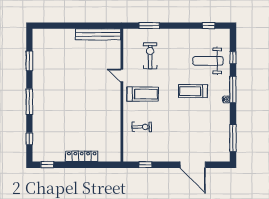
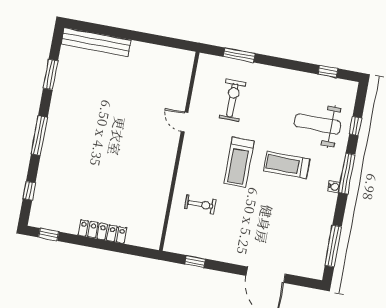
bench: (98, 34) -> (96, 42), moved
treadmill: (143, 94) -> (239, 162), moved, turned 90

